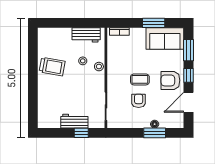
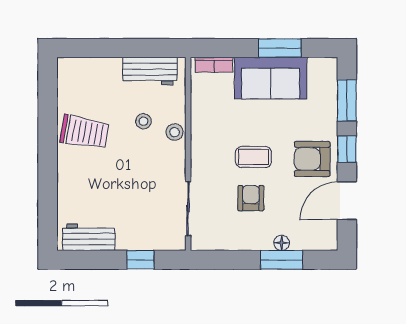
sofa: (165, 38) -> (271, 78), moved
workbench: (74, 121) -> (89, 237), moved

